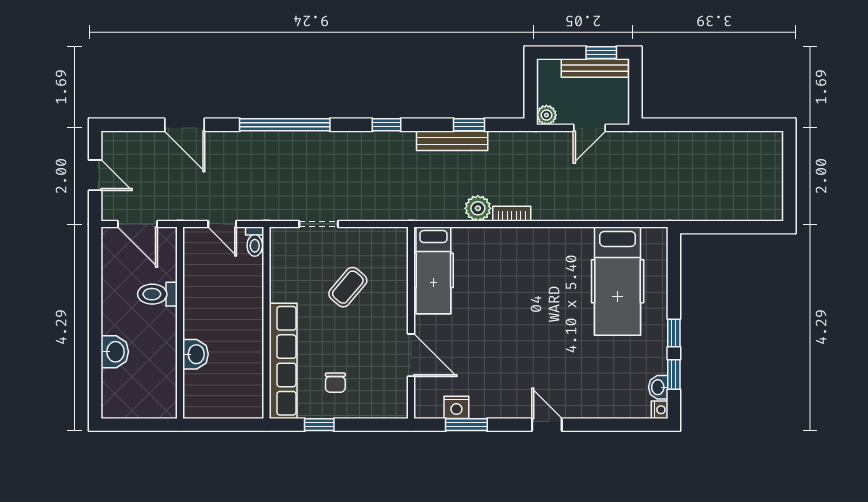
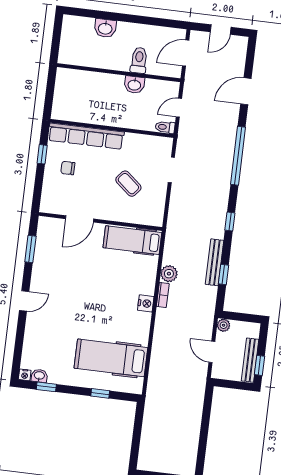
window: (674, 333) -> (100, 393), moved
washbasin: (195, 354) -> (134, 85), moved
nightstand: (456, 407) -> (146, 303), moved, turned 180

